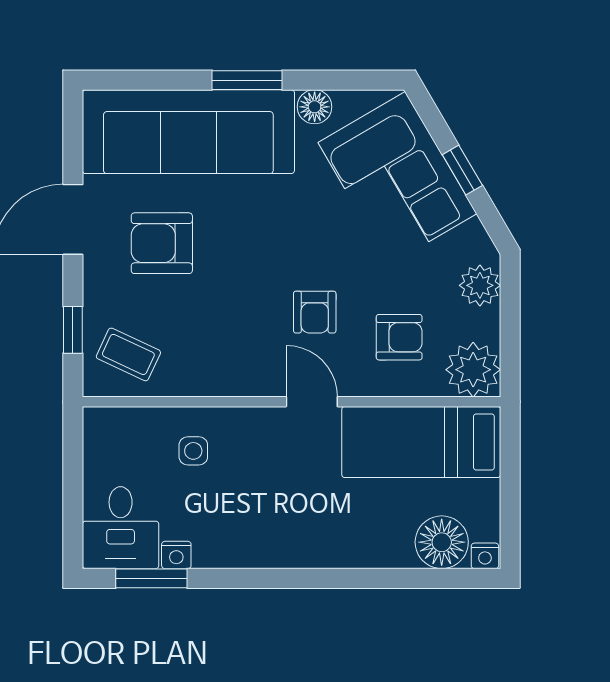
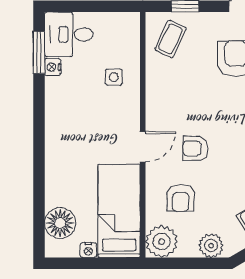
nightstand: (485, 556) -> (88, 250), moved, turned -90

